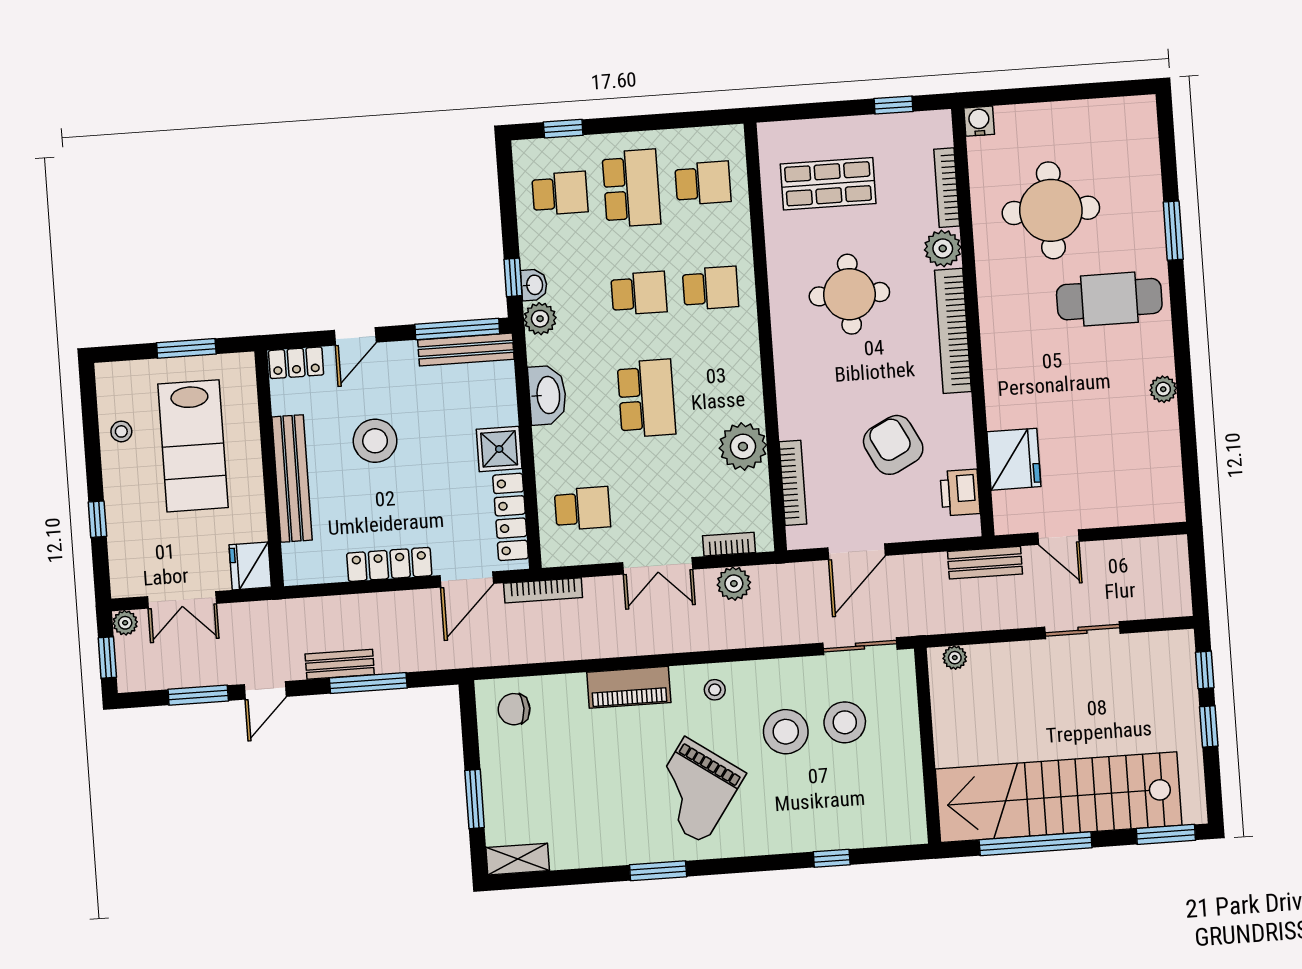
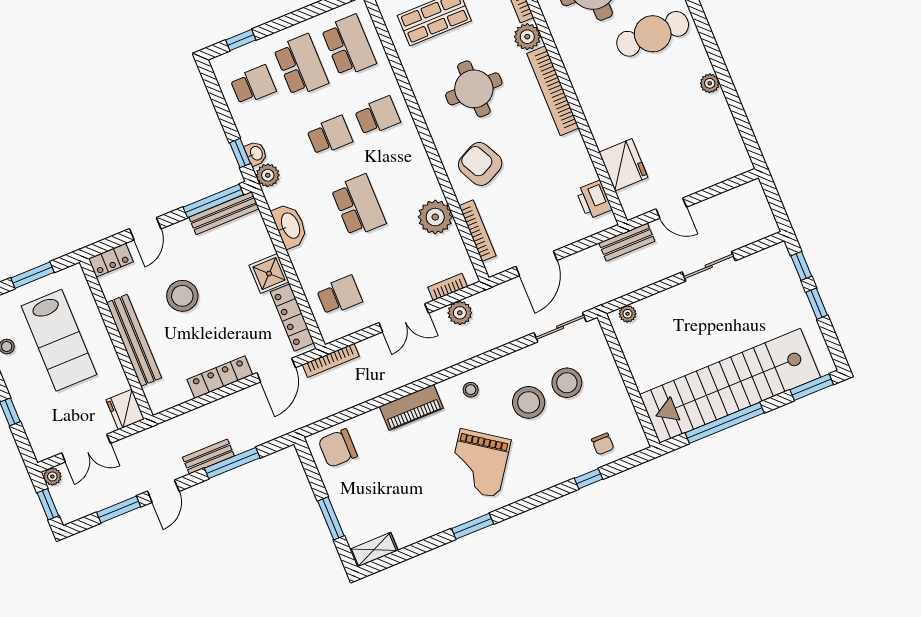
school desk: (703, 183) -> (349, 46), width x1.85
armchair: (893, 445) -> (480, 164), moved
chair: (514, 709) -> (338, 448), width x1.37, depth x1.37
chair: (866, 819) -> (603, 444), added

